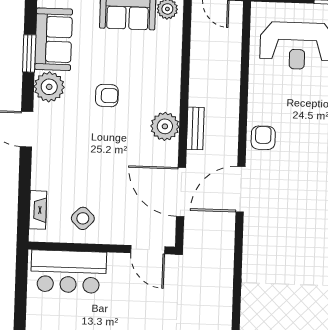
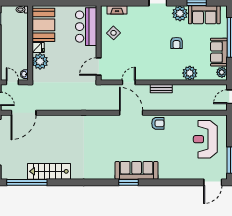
plant: (165, 126) -> (190, 73), moved
door: (181, 192) -> (129, 82), width x0.53

